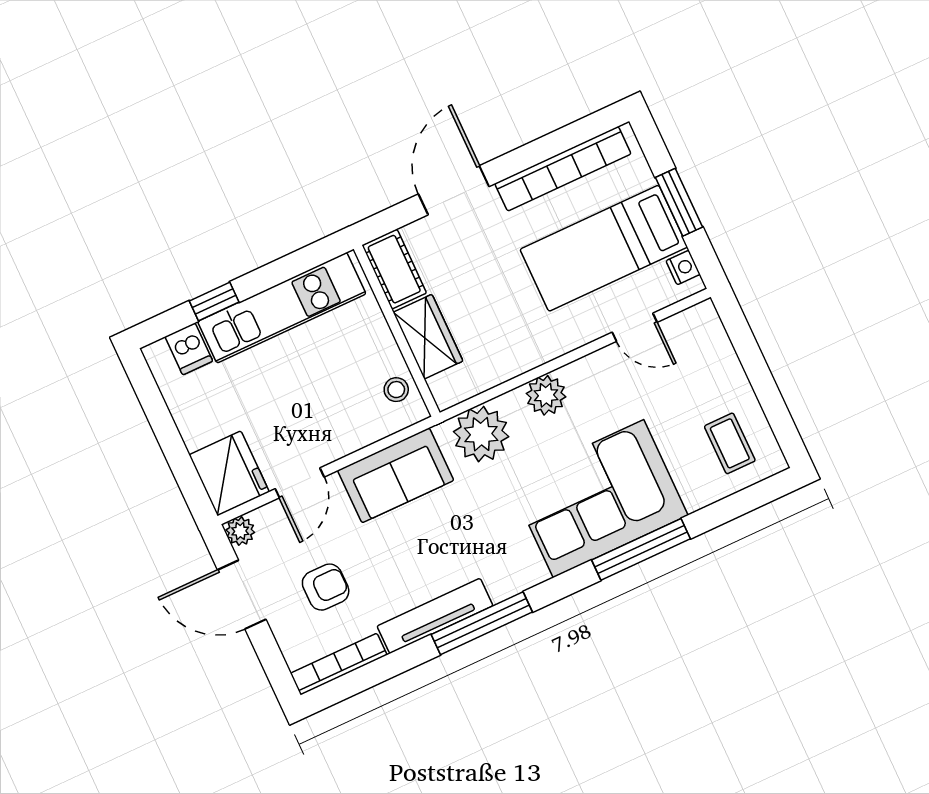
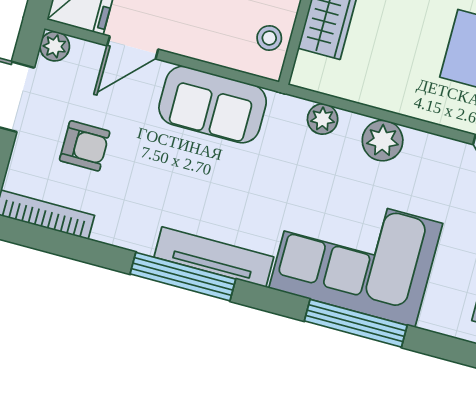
plant: (481, 434) -> (323, 119), width x0.53, depth x0.53
tv unit: (435, 616) -> (214, 257), moved

